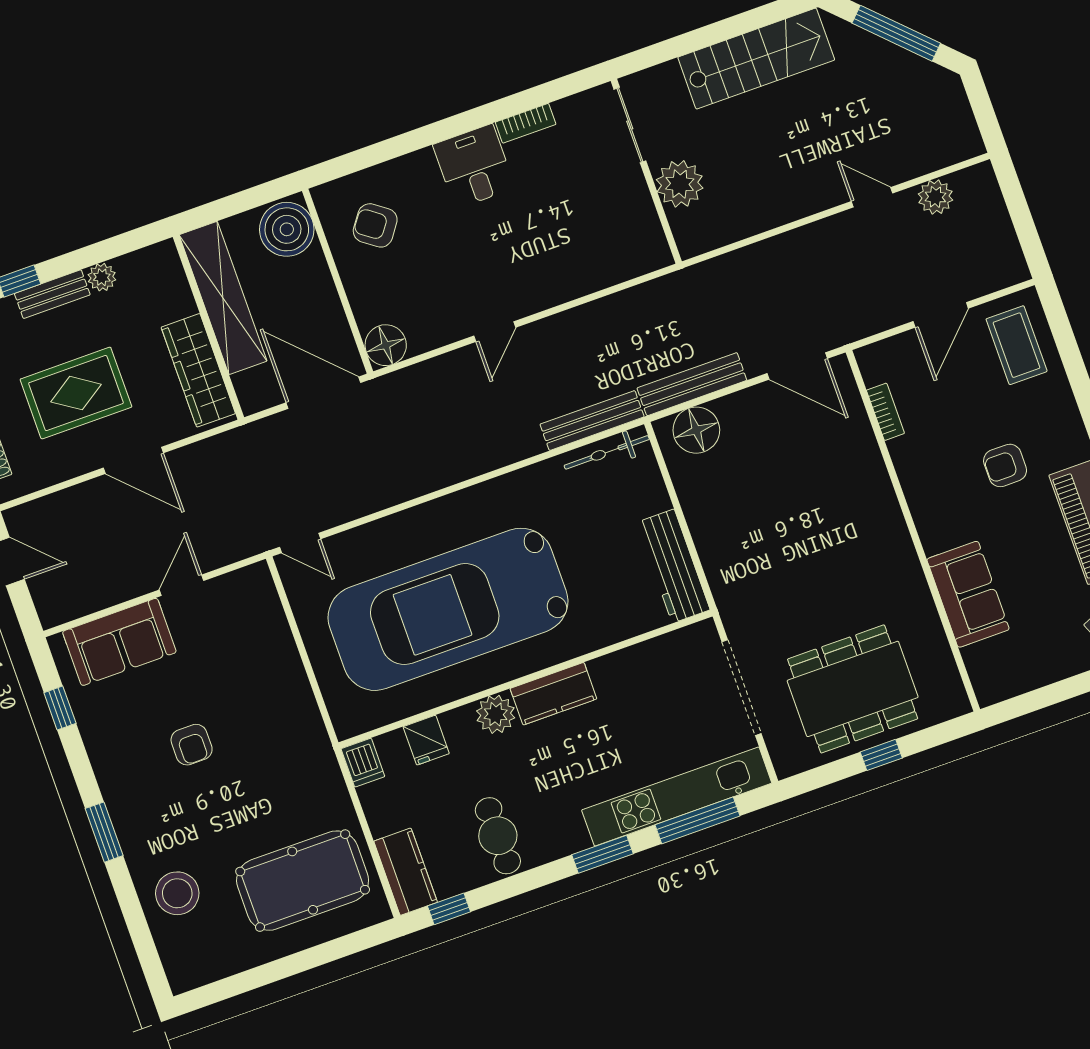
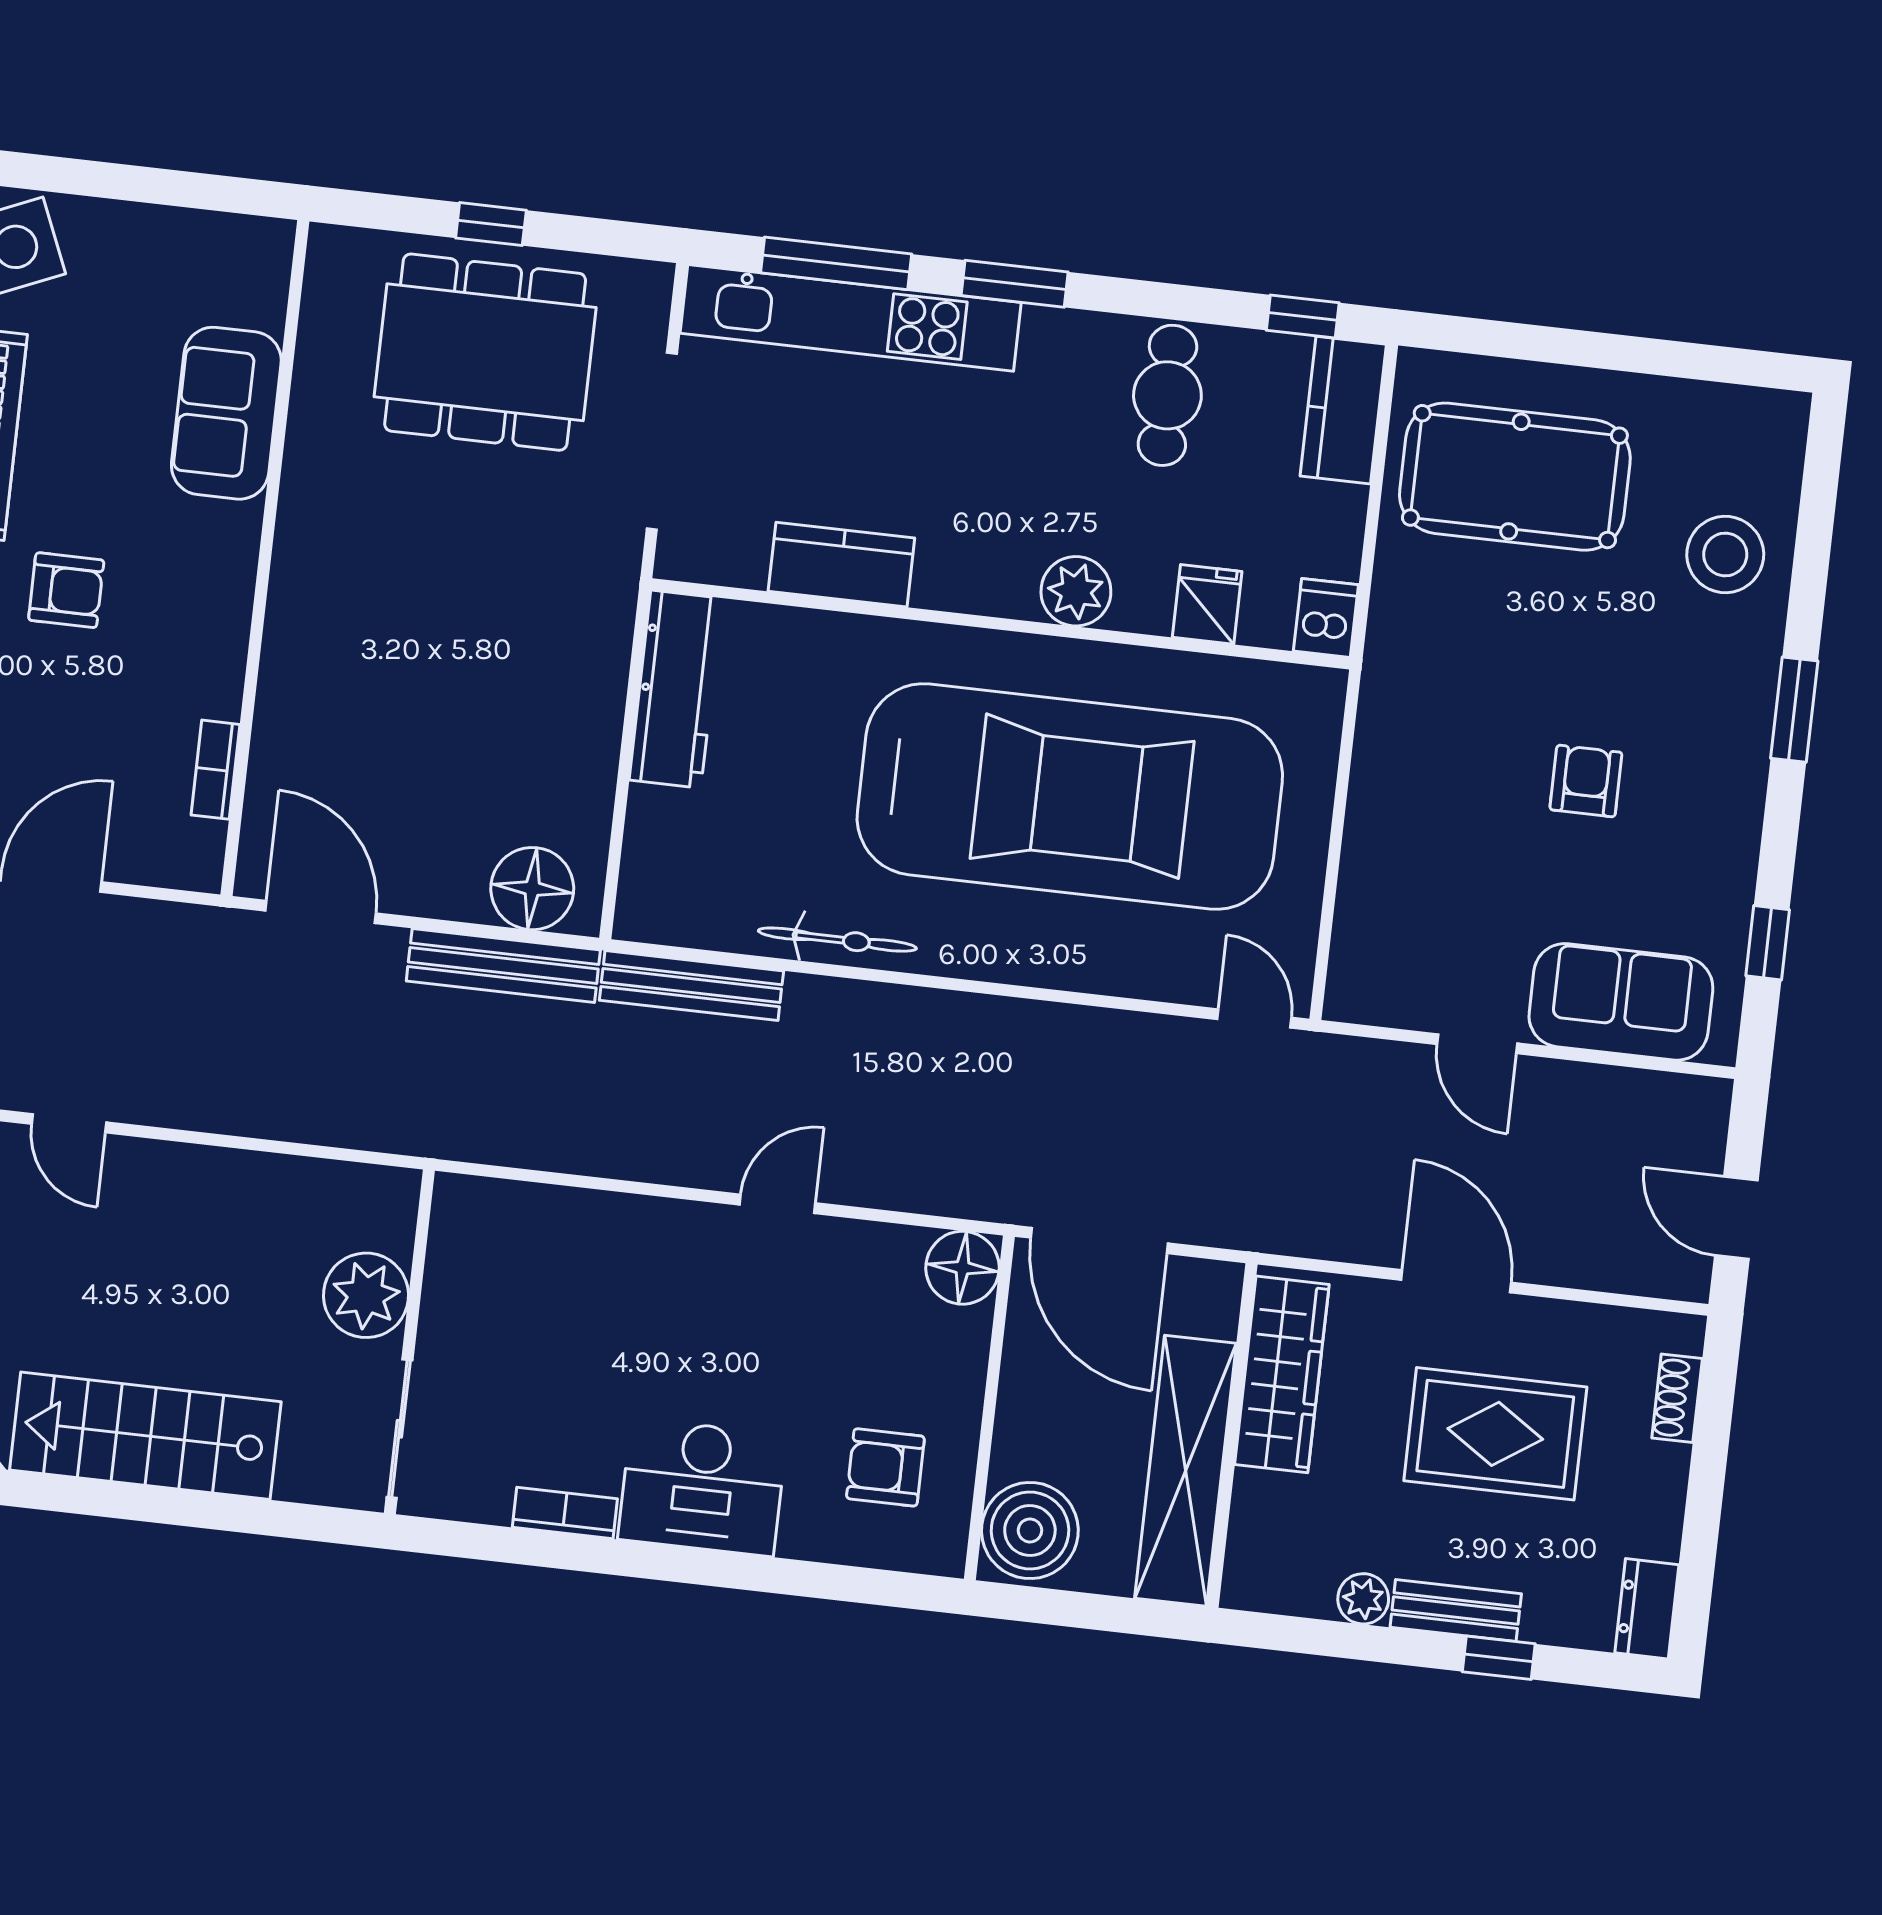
desk: (474, 166) -> (702, 1487), width x1.37
armchair: (375, 225) -> (885, 1467), turned 144
bicycle: (607, 452) -> (837, 940), moved
door: (182, 585) -> (1477, 1044), hinge flipped
kitchen counter: (553, 694) -> (841, 565), moved

